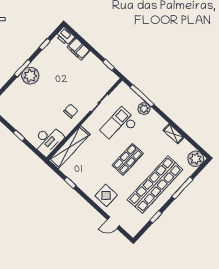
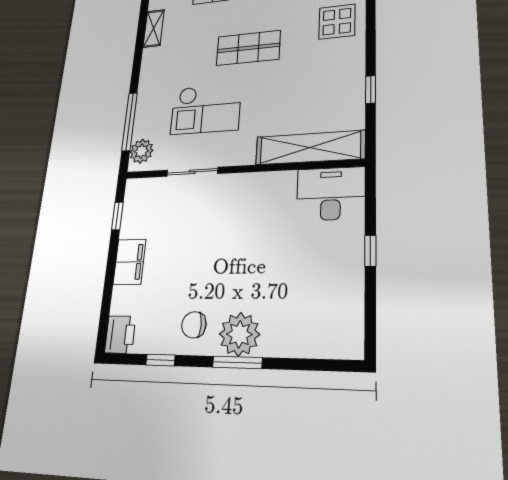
filing cabinet: (78, 49) -> (129, 262), moved
plant: (144, 109) -> (141, 151), moved
chair: (71, 111) -> (194, 325), moved

